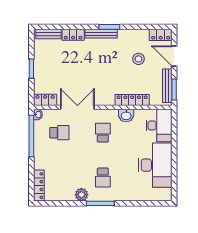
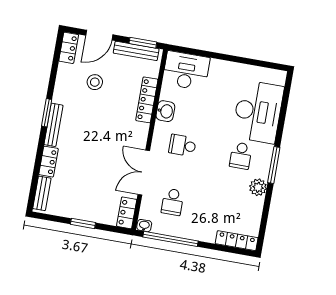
school desk: (59, 133) -> (173, 202), turned 180
desk: (155, 165) -> (258, 112), moved, turned 90
school desk: (103, 178) -> (241, 156), turned 90

